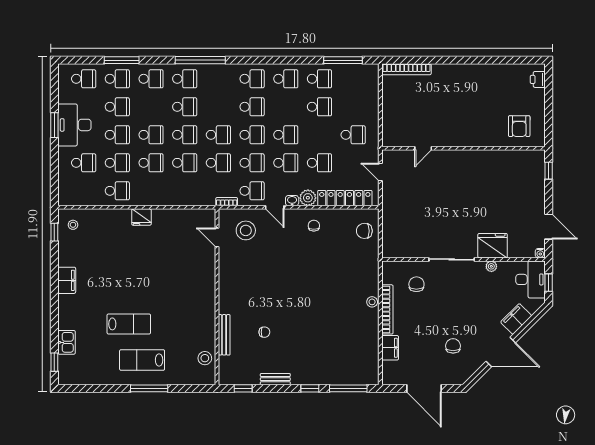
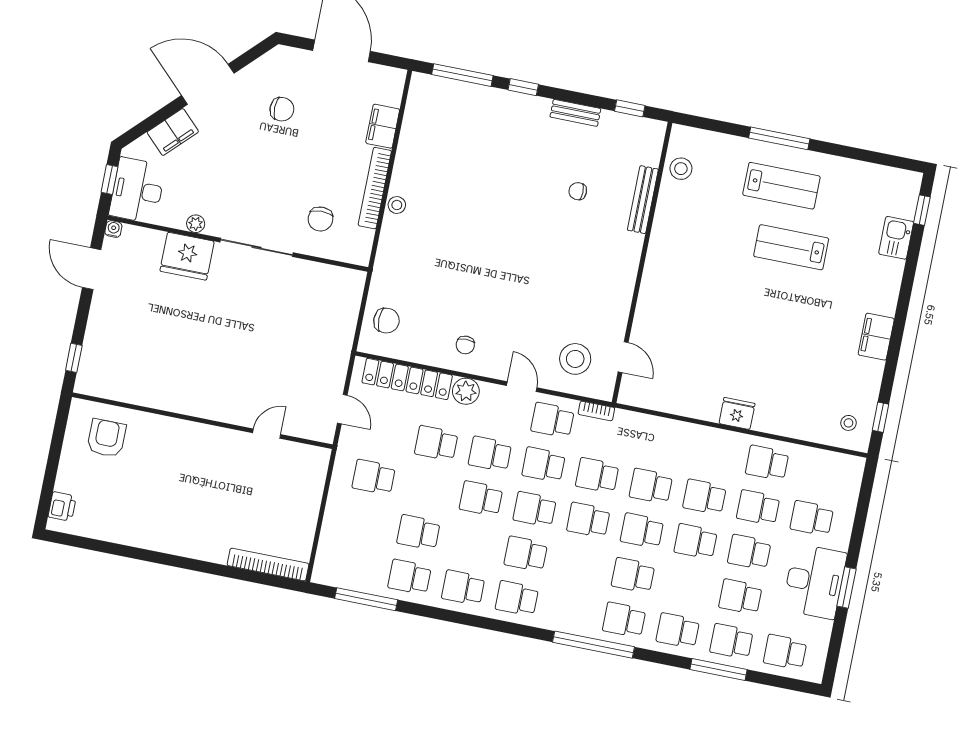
washbasin: (292, 201) -> (492, 392), removed
chair: (453, 346) -> (282, 109), turned -90

